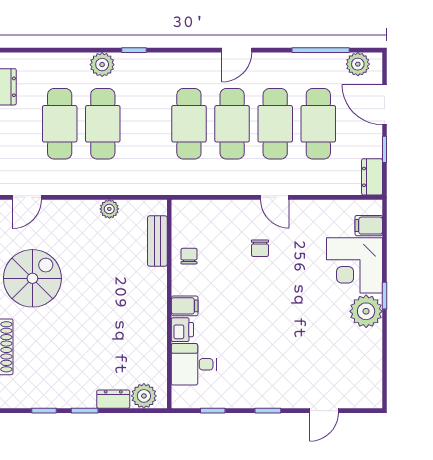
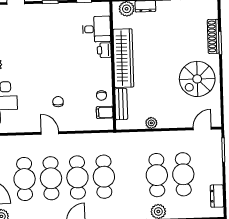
filing cabinet: (185, 306) -> (105, 112), moved
wardrobe: (152, 316) -> (123, 58), added

